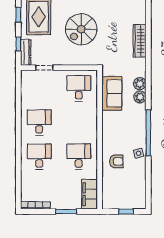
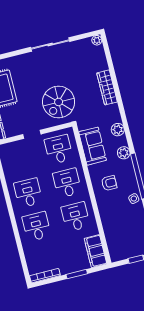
spiral stairs: (81, 29) -> (59, 102), moved
doorway: (44, 68) -> (32, 134), moved
plant: (140, 97) -> (124, 153), moved
desk: (79, 122) -> (67, 183), added
armchair: (116, 161) -> (109, 183), moved

